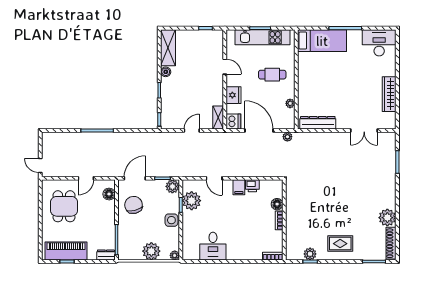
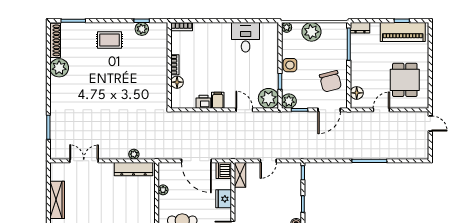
plant: (287, 137) -> (134, 154), moved
plant: (192, 201) -> (268, 98), moved

